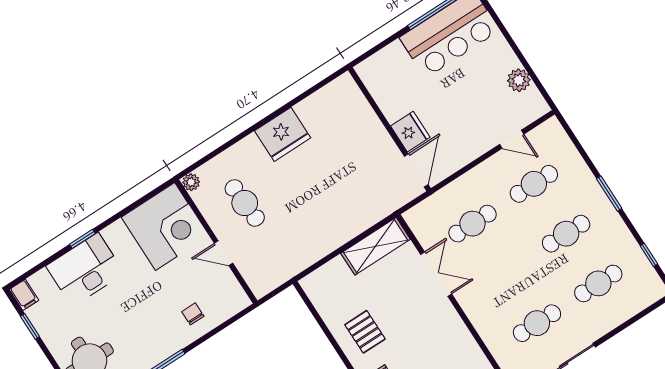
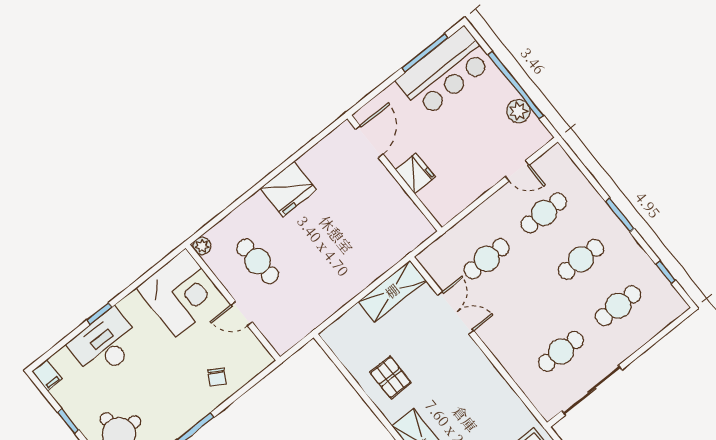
window: (519, 54) -> (516, 85), added
door: (416, 170) -> (369, 142), moved
chair: (193, 314) -> (217, 377), turned -150
window: (30, 327) -> (68, 421), moved

